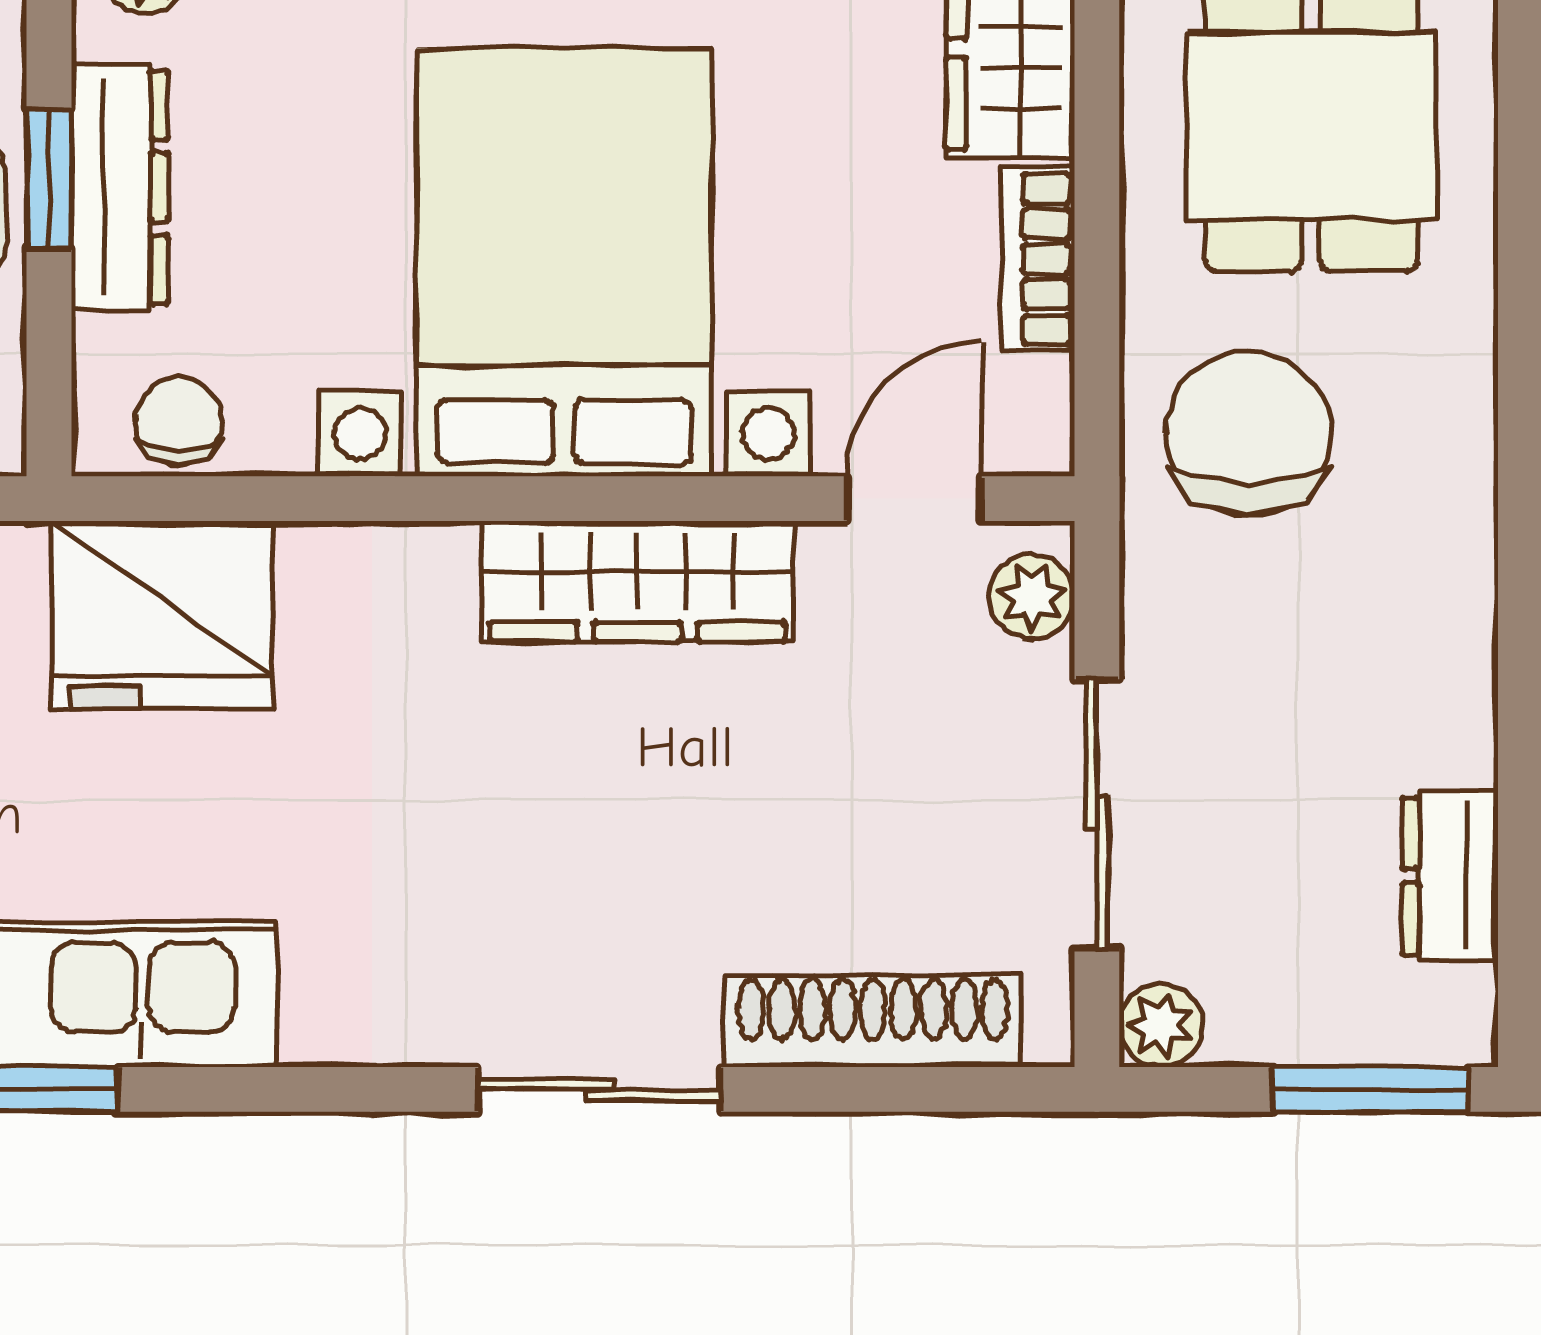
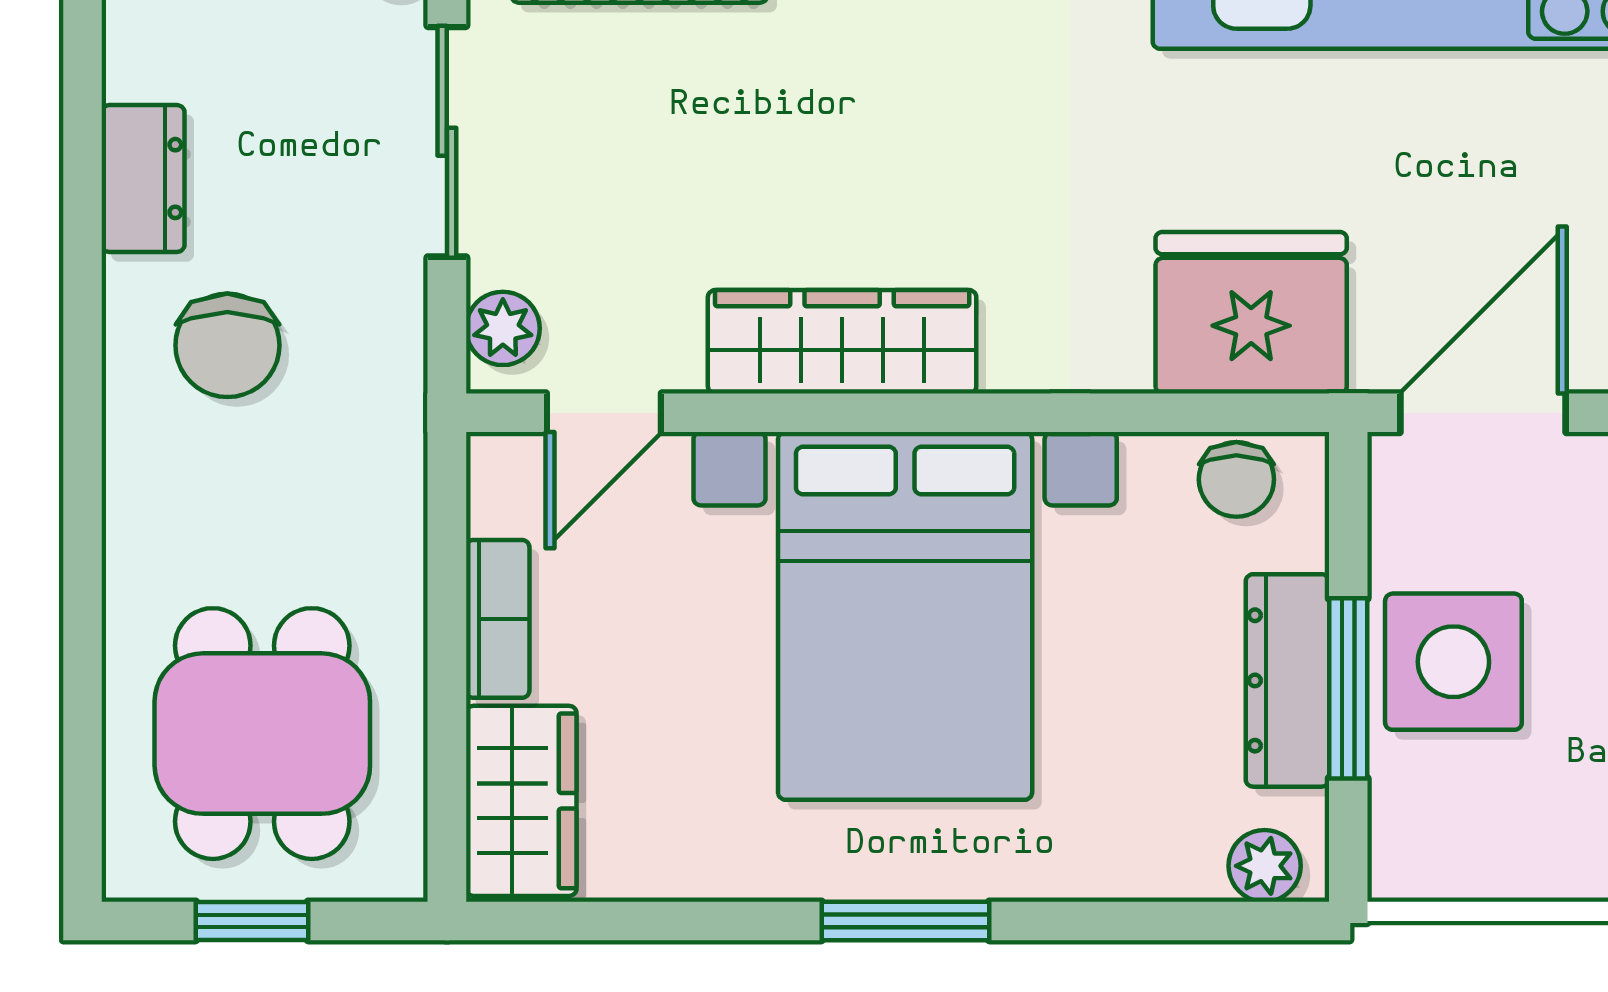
window: (49, 178) -> (1348, 688), width x1.50
chair: (1248, 433) -> (227, 345), moved, width x0.73, depth x0.73
dresser: (1450, 876) -> (143, 179), moved

